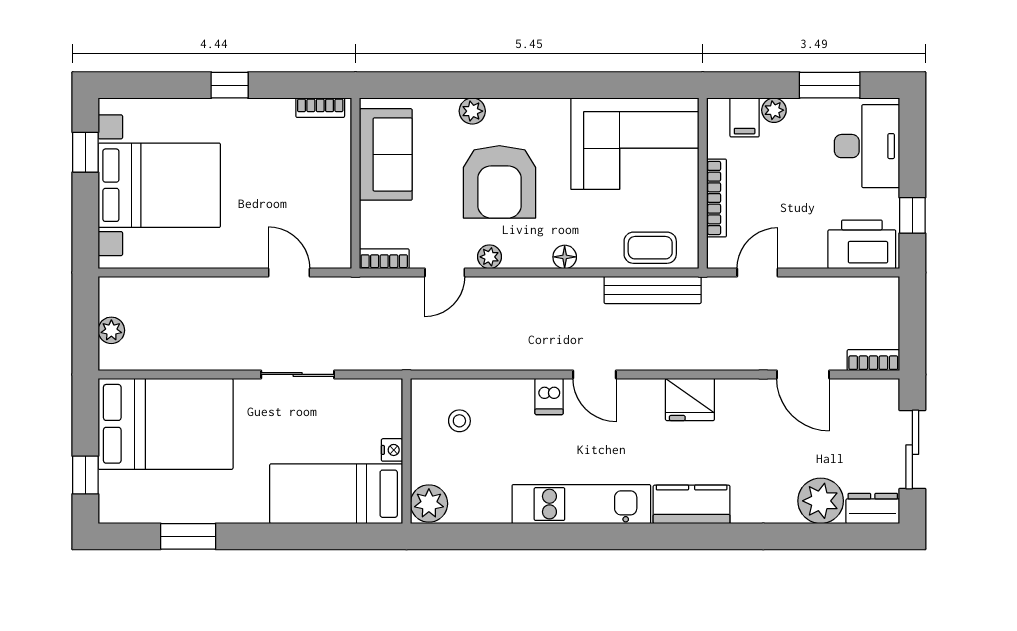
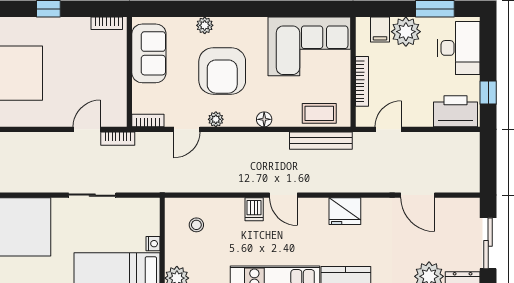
plant: (774, 110) -> (406, 32), width x1.88, depth x1.88
door: (289, 273) -> (87, 129), hinge flipped
bookcase: (873, 360) -> (118, 139), moved, turned 180

